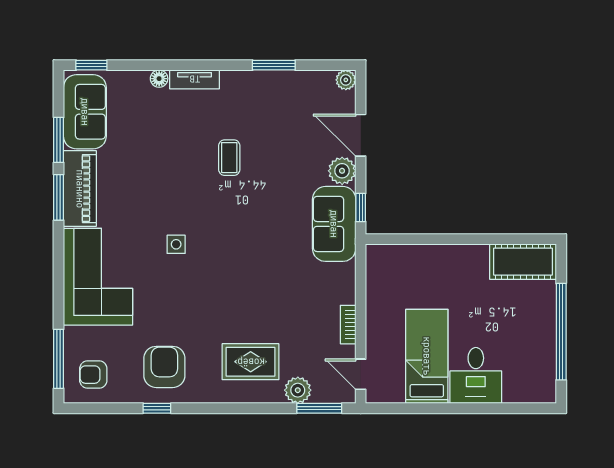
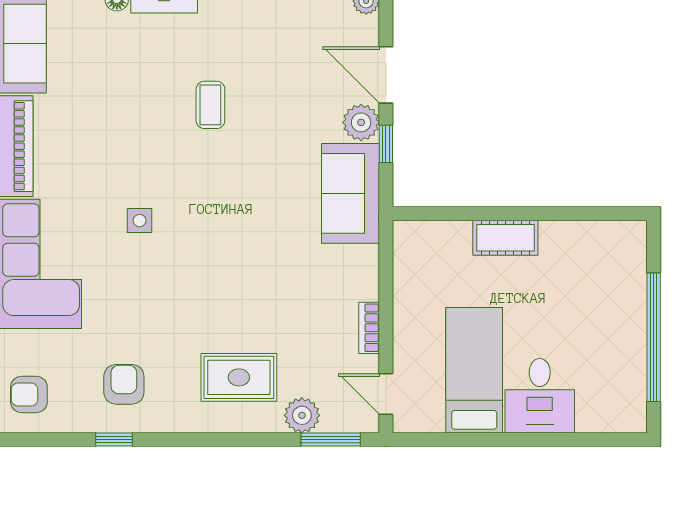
window: (361, 208) -> (386, 144), moved
cot: (523, 262) -> (505, 238), moved, width x0.73, depth x0.75
armchair: (164, 367) -> (124, 384), width x0.72, depth x0.72

